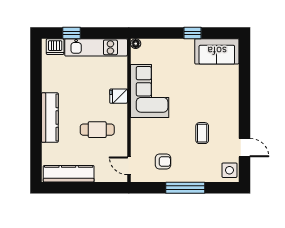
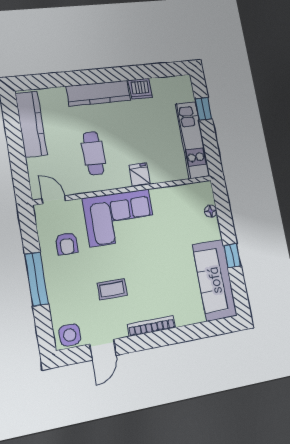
floor lamp: (136, 44) -> (211, 211), moved
dishwasher: (55, 47) -> (140, 89), moved, turned -90
sofa: (217, 51) -> (215, 280), width x1.36
corner sofa: (150, 91) -> (119, 218), moved
bookcase: (234, 108) -> (151, 326), added
door: (129, 166) -> (54, 200), hinge flipped

